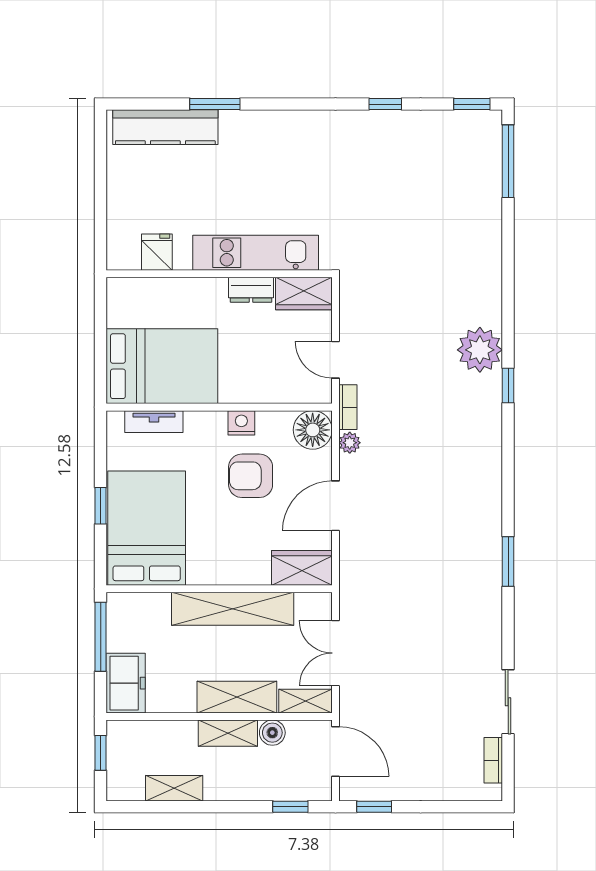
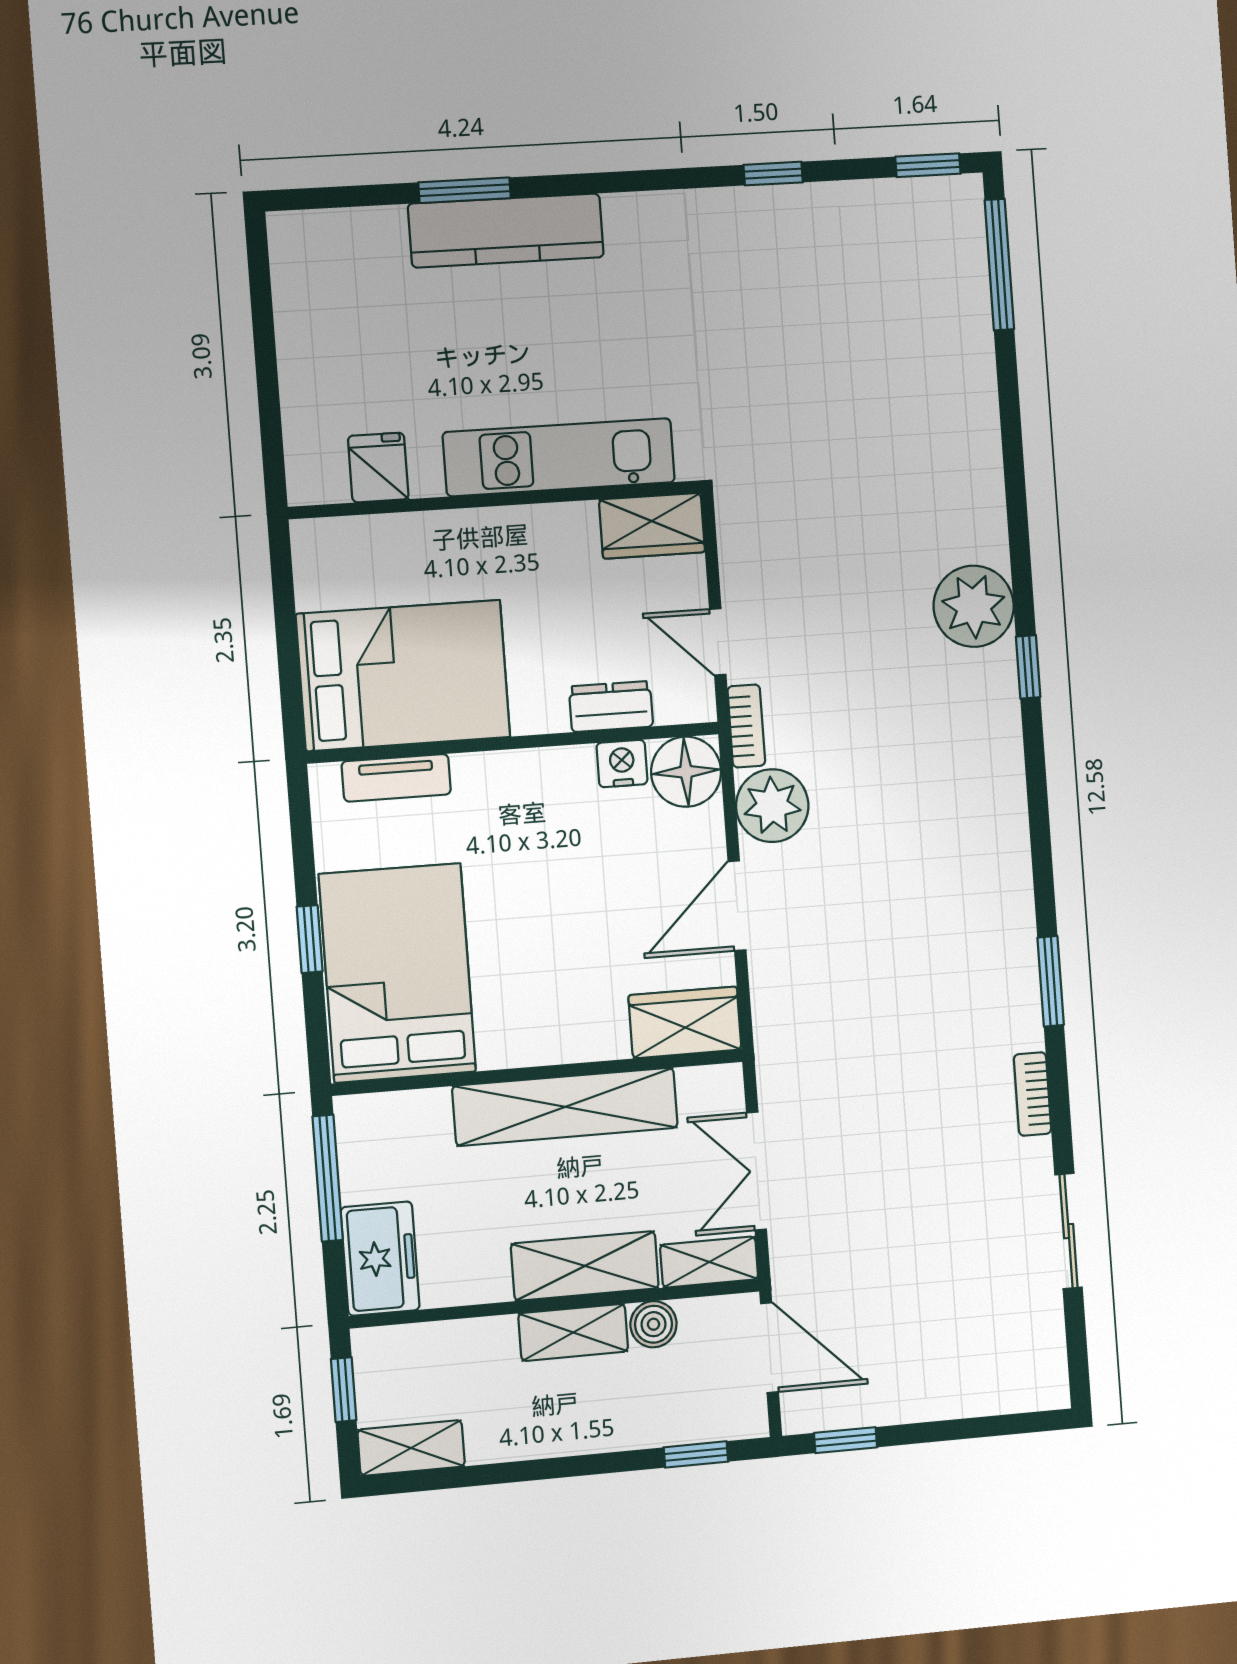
kitchen counter: (165, 127) -> (506, 231), moved
dresser: (251, 290) -> (611, 707), moved, turned 180
nightstand: (241, 423) -> (622, 764), moved
plant: (350, 443) -> (772, 806), width x1.88, depth x1.88
armchair: (251, 476) -> (580, 863), removed
bookcase: (493, 760) -> (1033, 1094), moved
shelving: (174, 788) -> (411, 1448), moved

